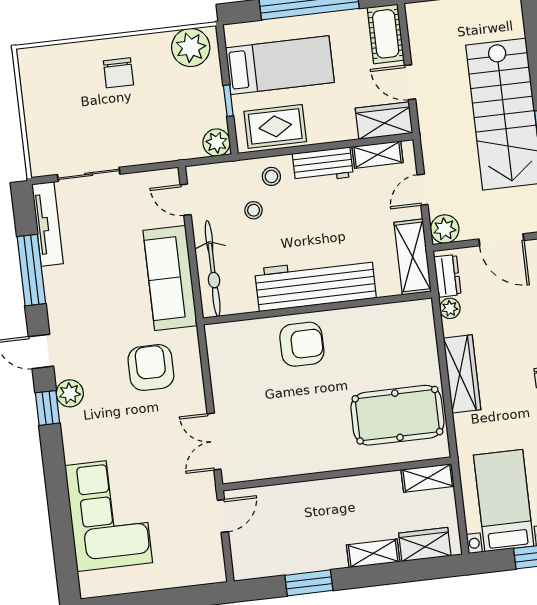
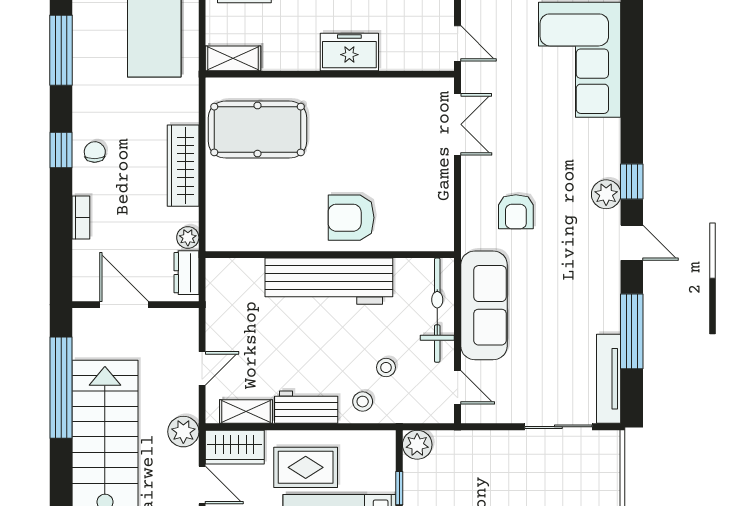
rug: (275, 126) -> (306, 467), moved
plant: (445, 229) -> (183, 432), moved
shelving: (413, 257) -> (221, 297), removed
armchair: (151, 368) -> (516, 212), width x0.72, depth x0.72
freezer: (321, 497) -> (349, 52), added
door: (223, 516) -> (458, 43), swing flipped

